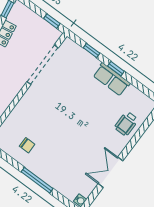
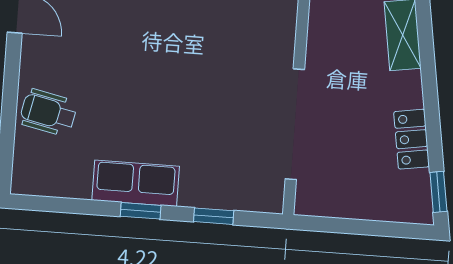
window: (52, 21) -> (332, 225), removed
wheelchair: (126, 124) -> (48, 112), turned -78

